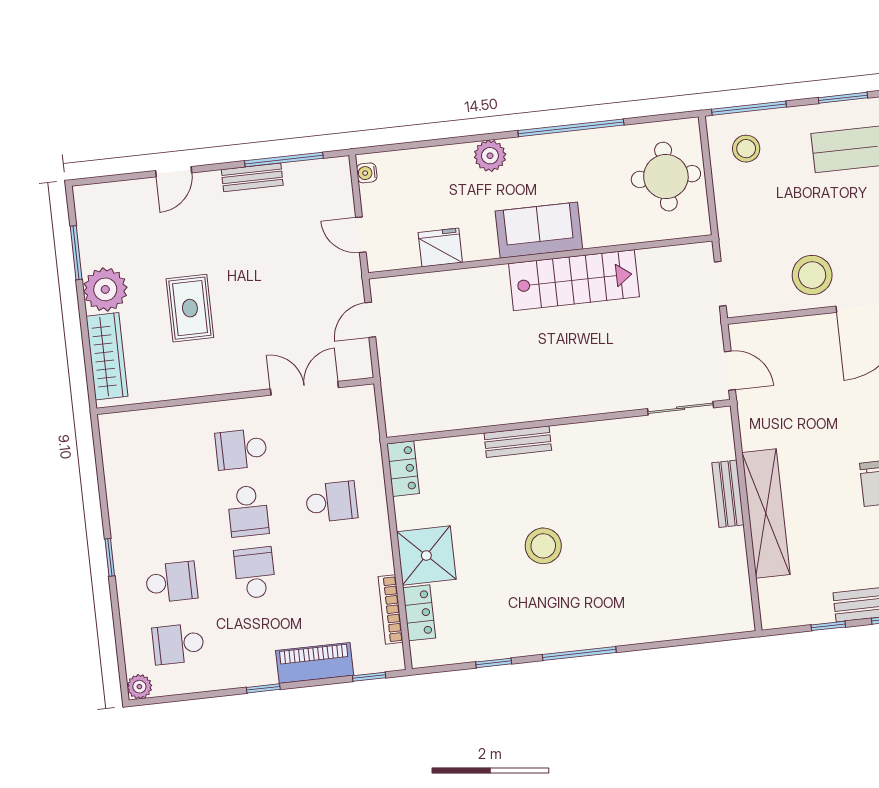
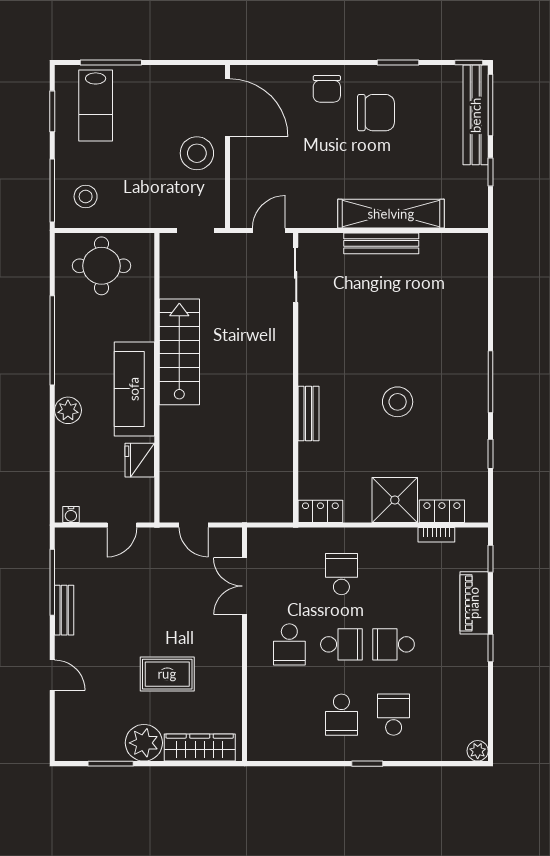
sofa: (539, 230) -> (134, 389), width x1.36
bench: (728, 494) -> (381, 243), width x1.36
bookcase: (390, 609) -> (436, 535), width x0.64
school desk: (178, 644) -> (341, 715), moved

